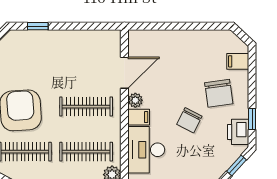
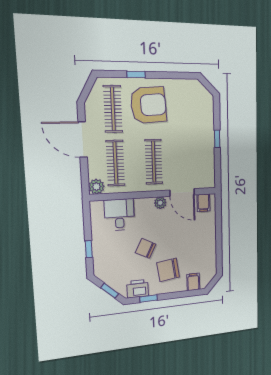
window: (38, 26) -> (217, 139), moved
filing cabinet: (139, 117) -> (203, 203), moved
desk: (146, 150) -> (119, 215), width x0.73

